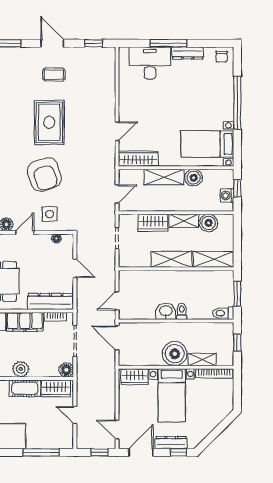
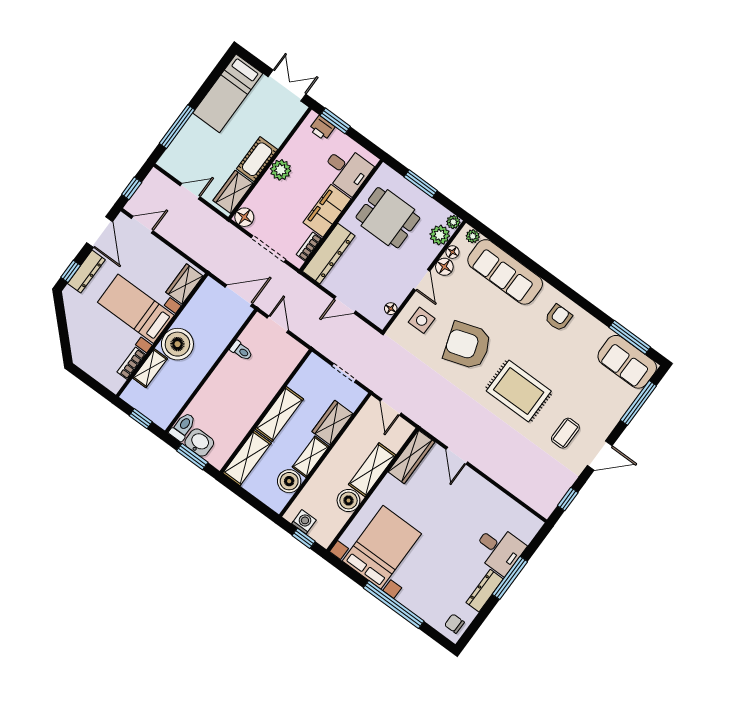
desk: (150, 63) -> (499, 549), width x0.73
bed with nightstands: (207, 144) -> (382, 547), width x1.36
washbasin: (166, 311) -> (199, 443), moved, turned -90
toilet: (182, 311) -> (241, 351), moved
bookcase: (214, 374) -> (131, 363), width x0.64

